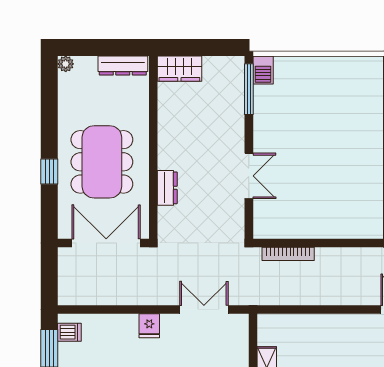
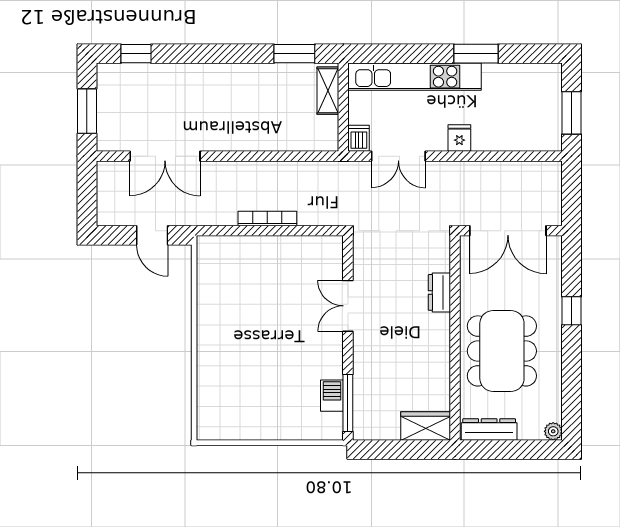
barbecue: (263, 70) -> (332, 396), moved
dining table: (102, 162) -> (502, 351), moved
bookcase: (288, 254) -> (267, 219), moved
dishwasher: (69, 332) -> (359, 138), moved, turned 90

